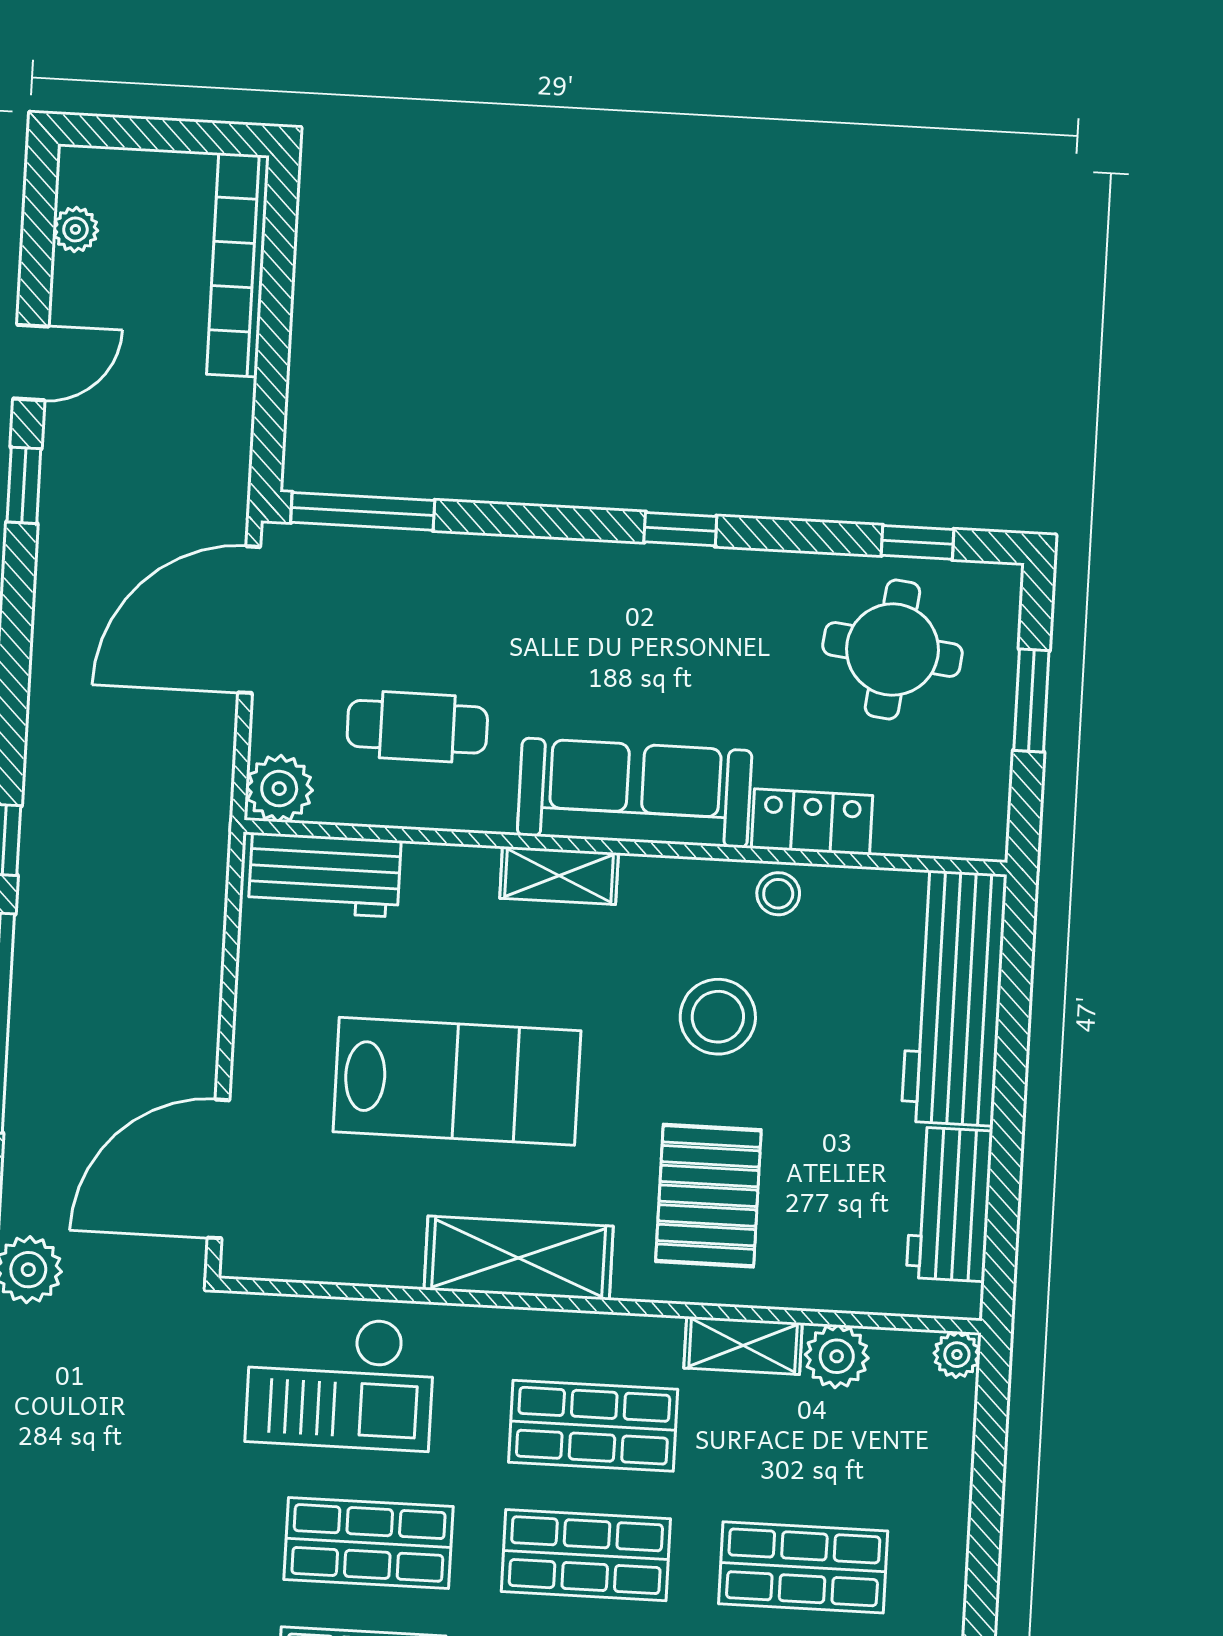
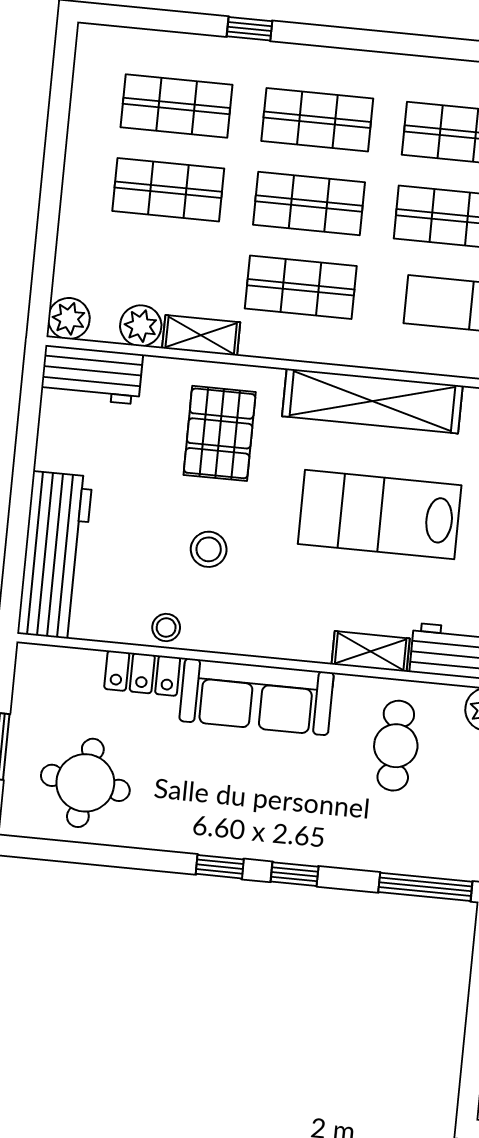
window: (917, 542) -> (295, 874), moved
cafe table: (417, 727) -> (396, 746), turned 90
shelving: (559, 876) -> (371, 651), moved
stool: (718, 1017) -> (209, 549), width x0.73, depth x0.73
workbench: (949, 1204) -> (92, 375), moved, turned 90
shelving: (519, 1258) -> (372, 401), width x1.47
plant: (957, 1355) -> (69, 319), width x1.38, depth x1.38

